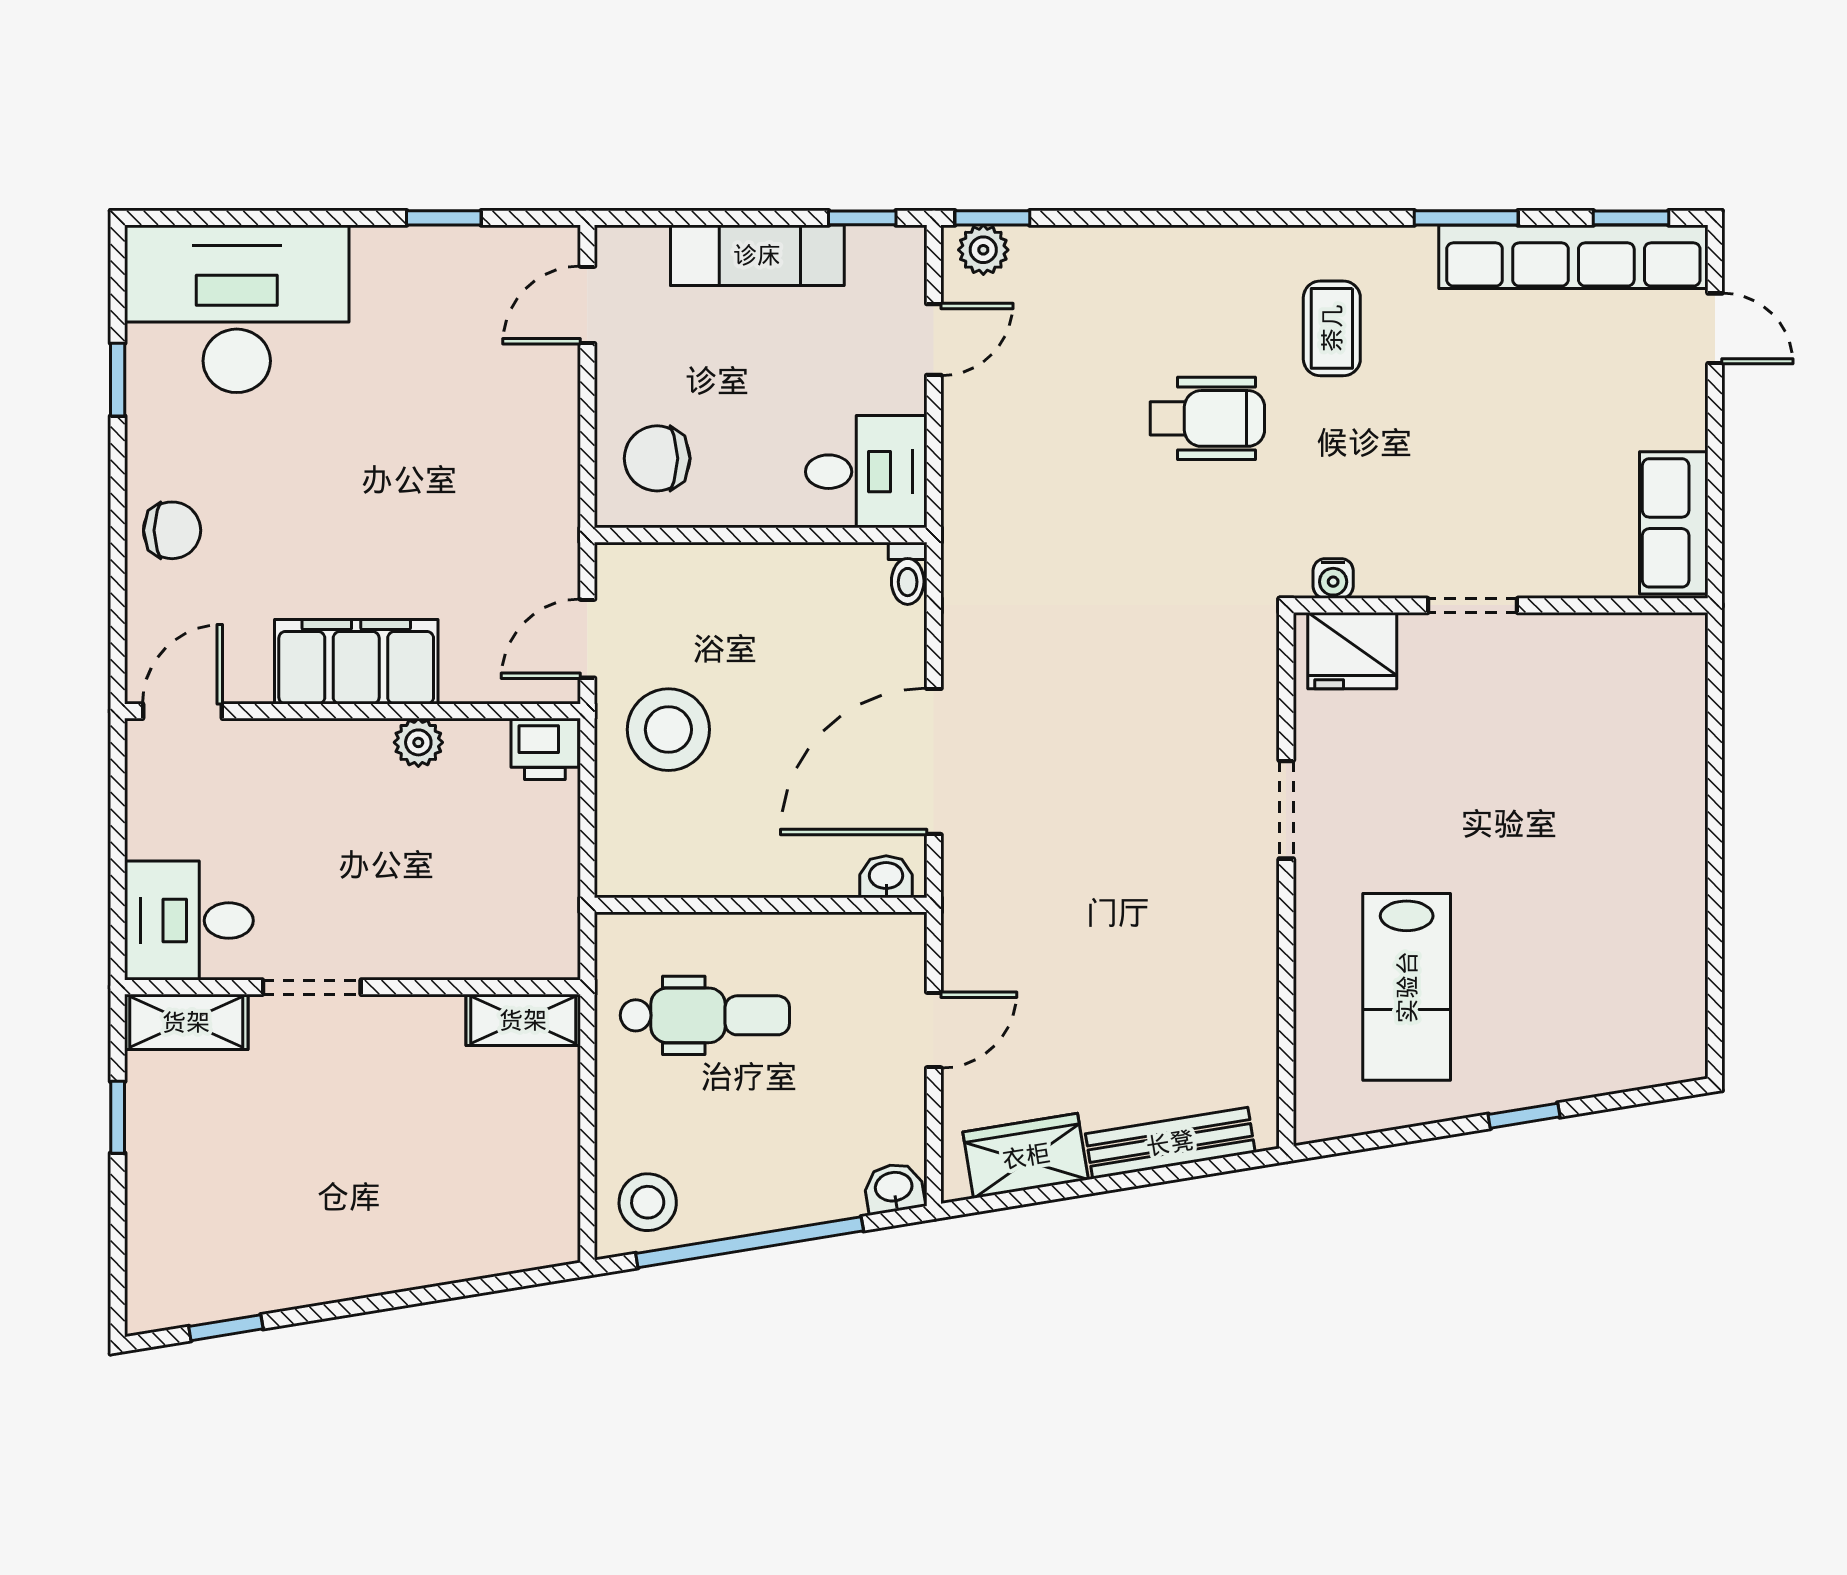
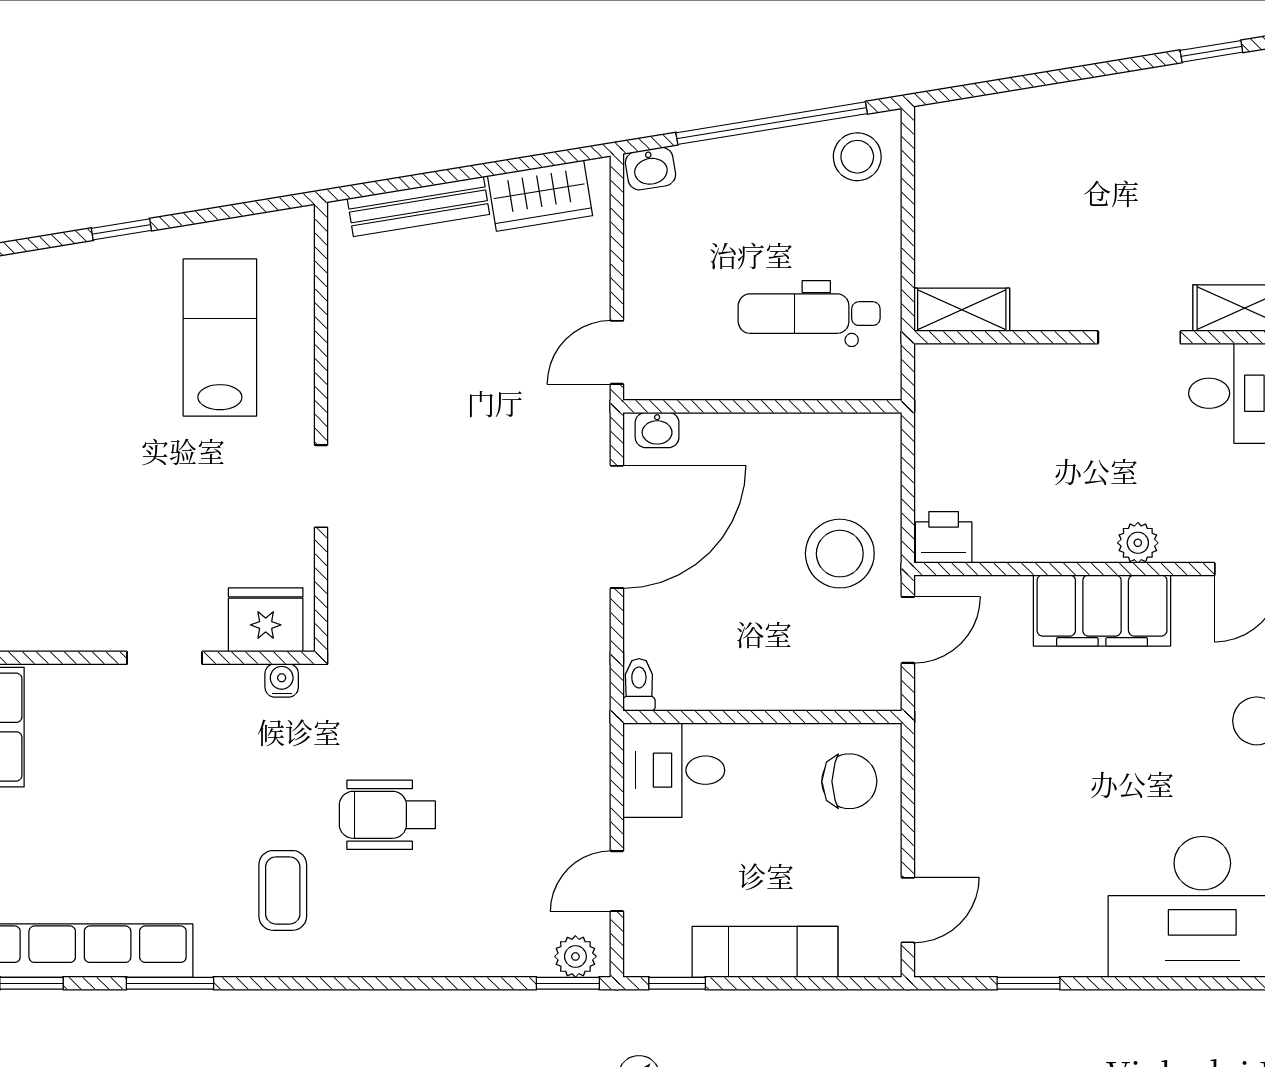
plant: (418, 742) -> (1138, 543), moved
door: (934, 1030) -> (617, 352), moved

